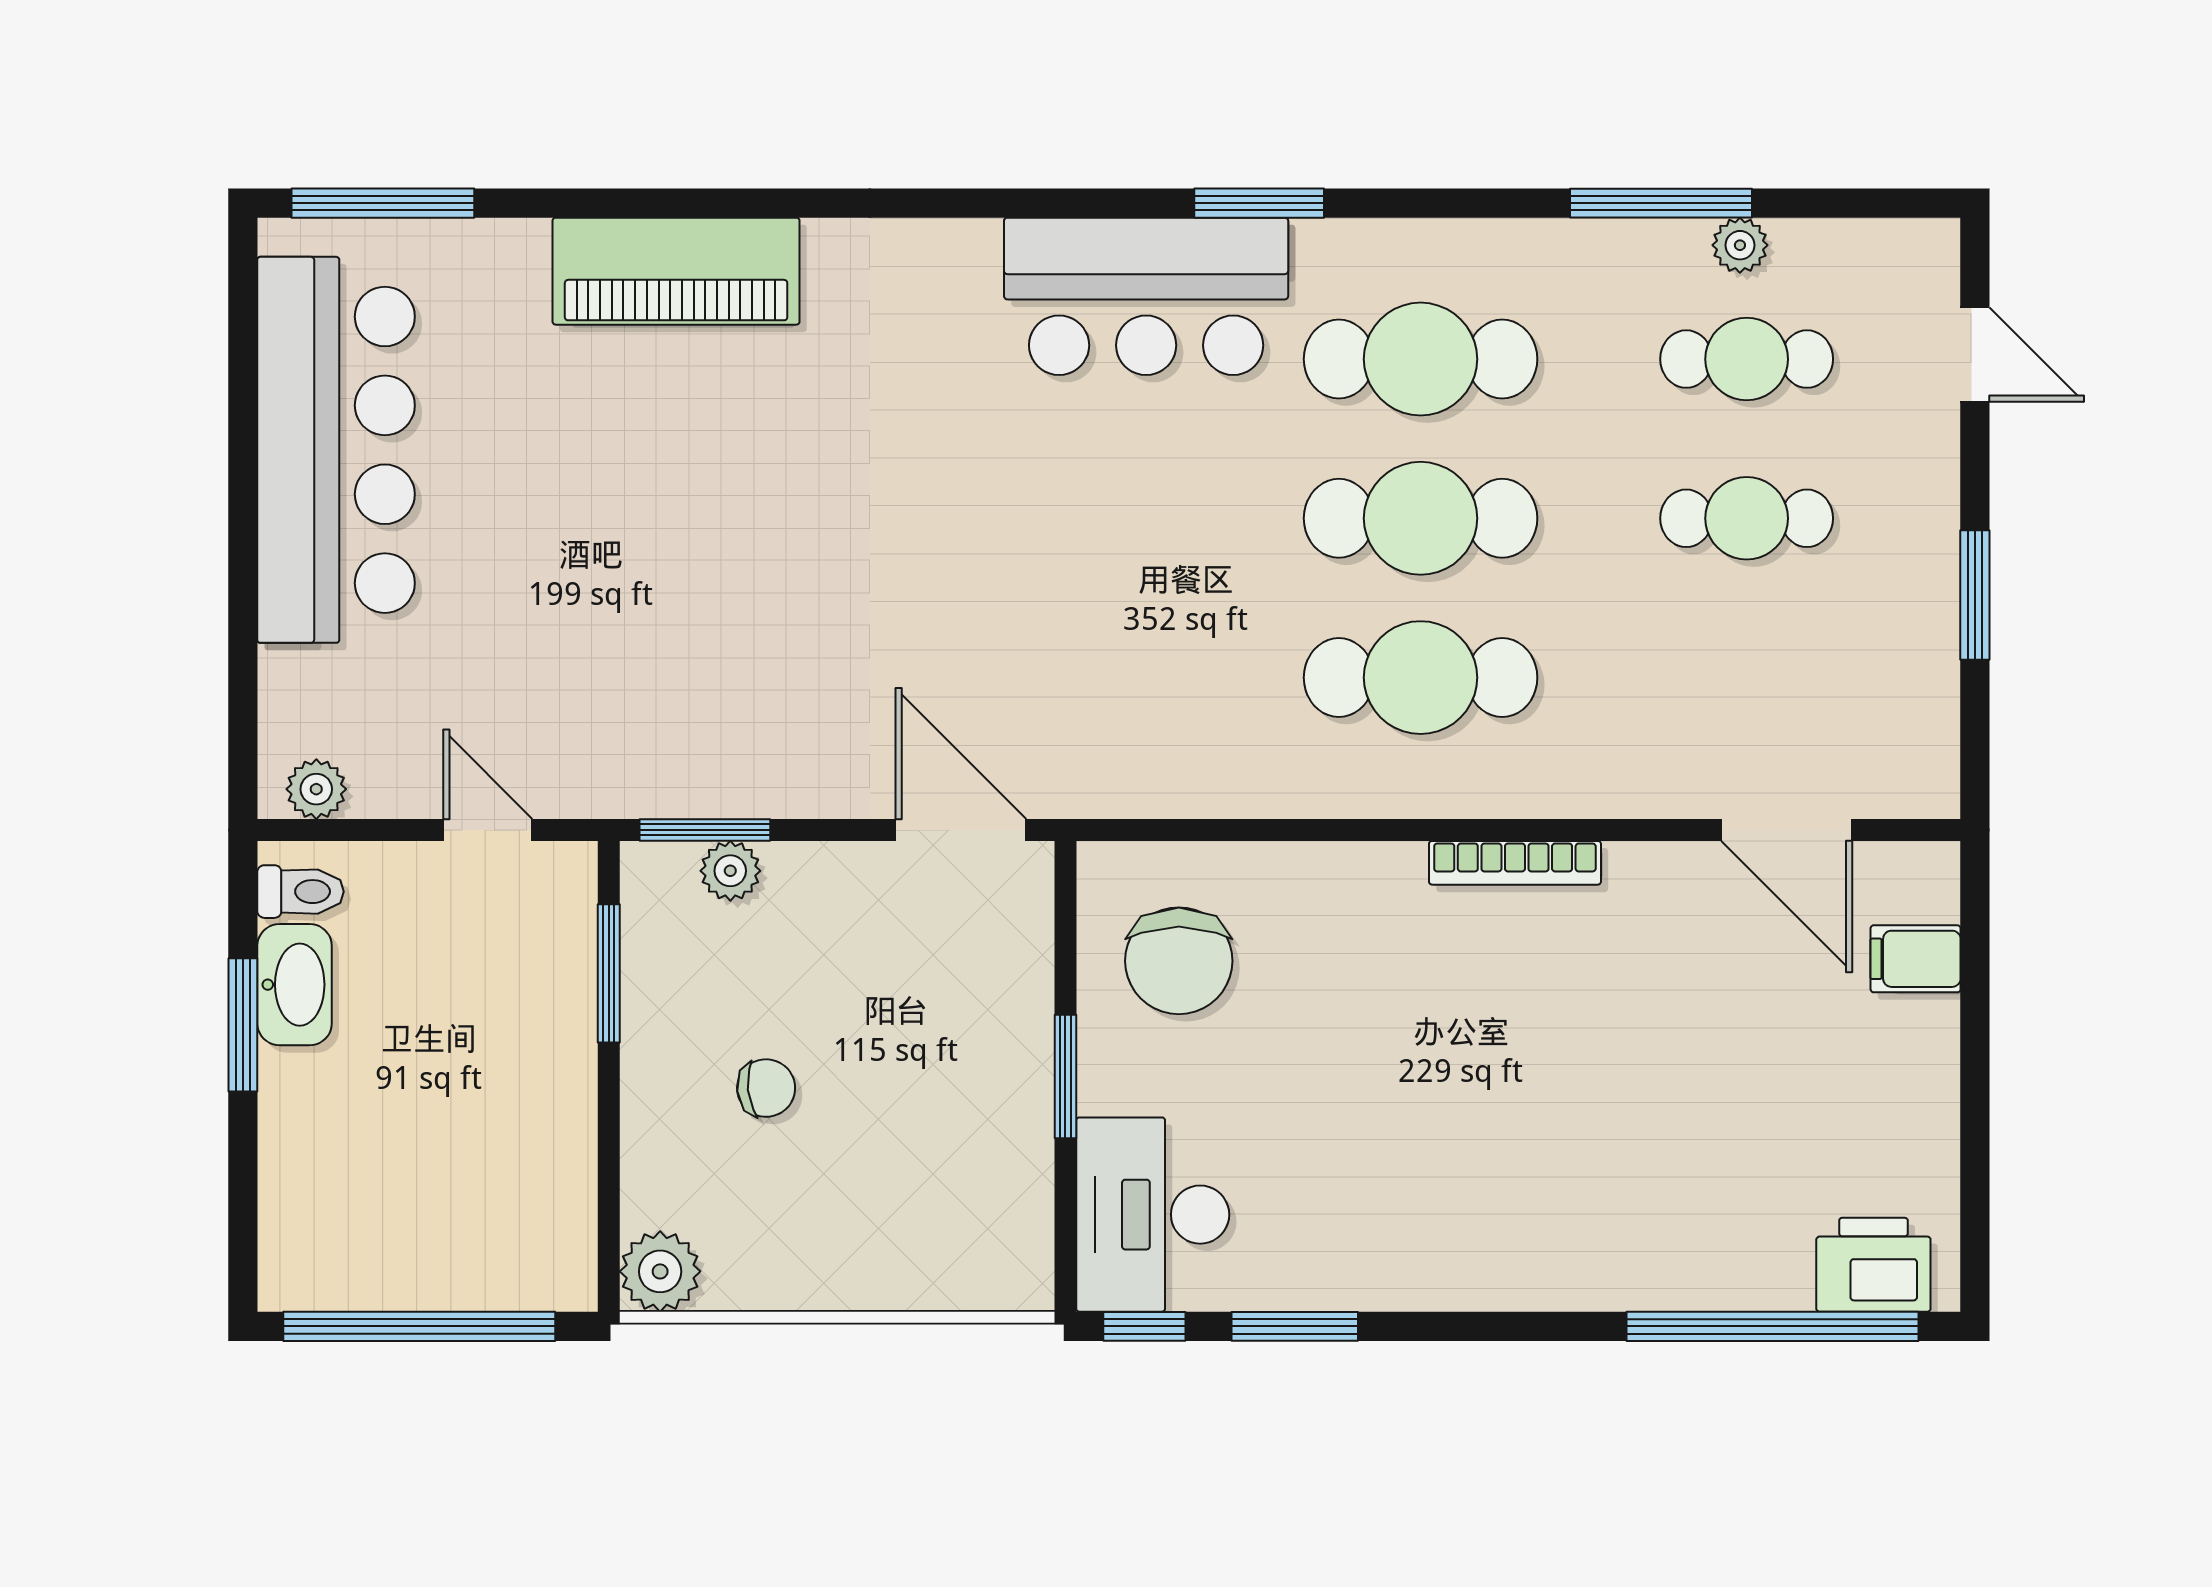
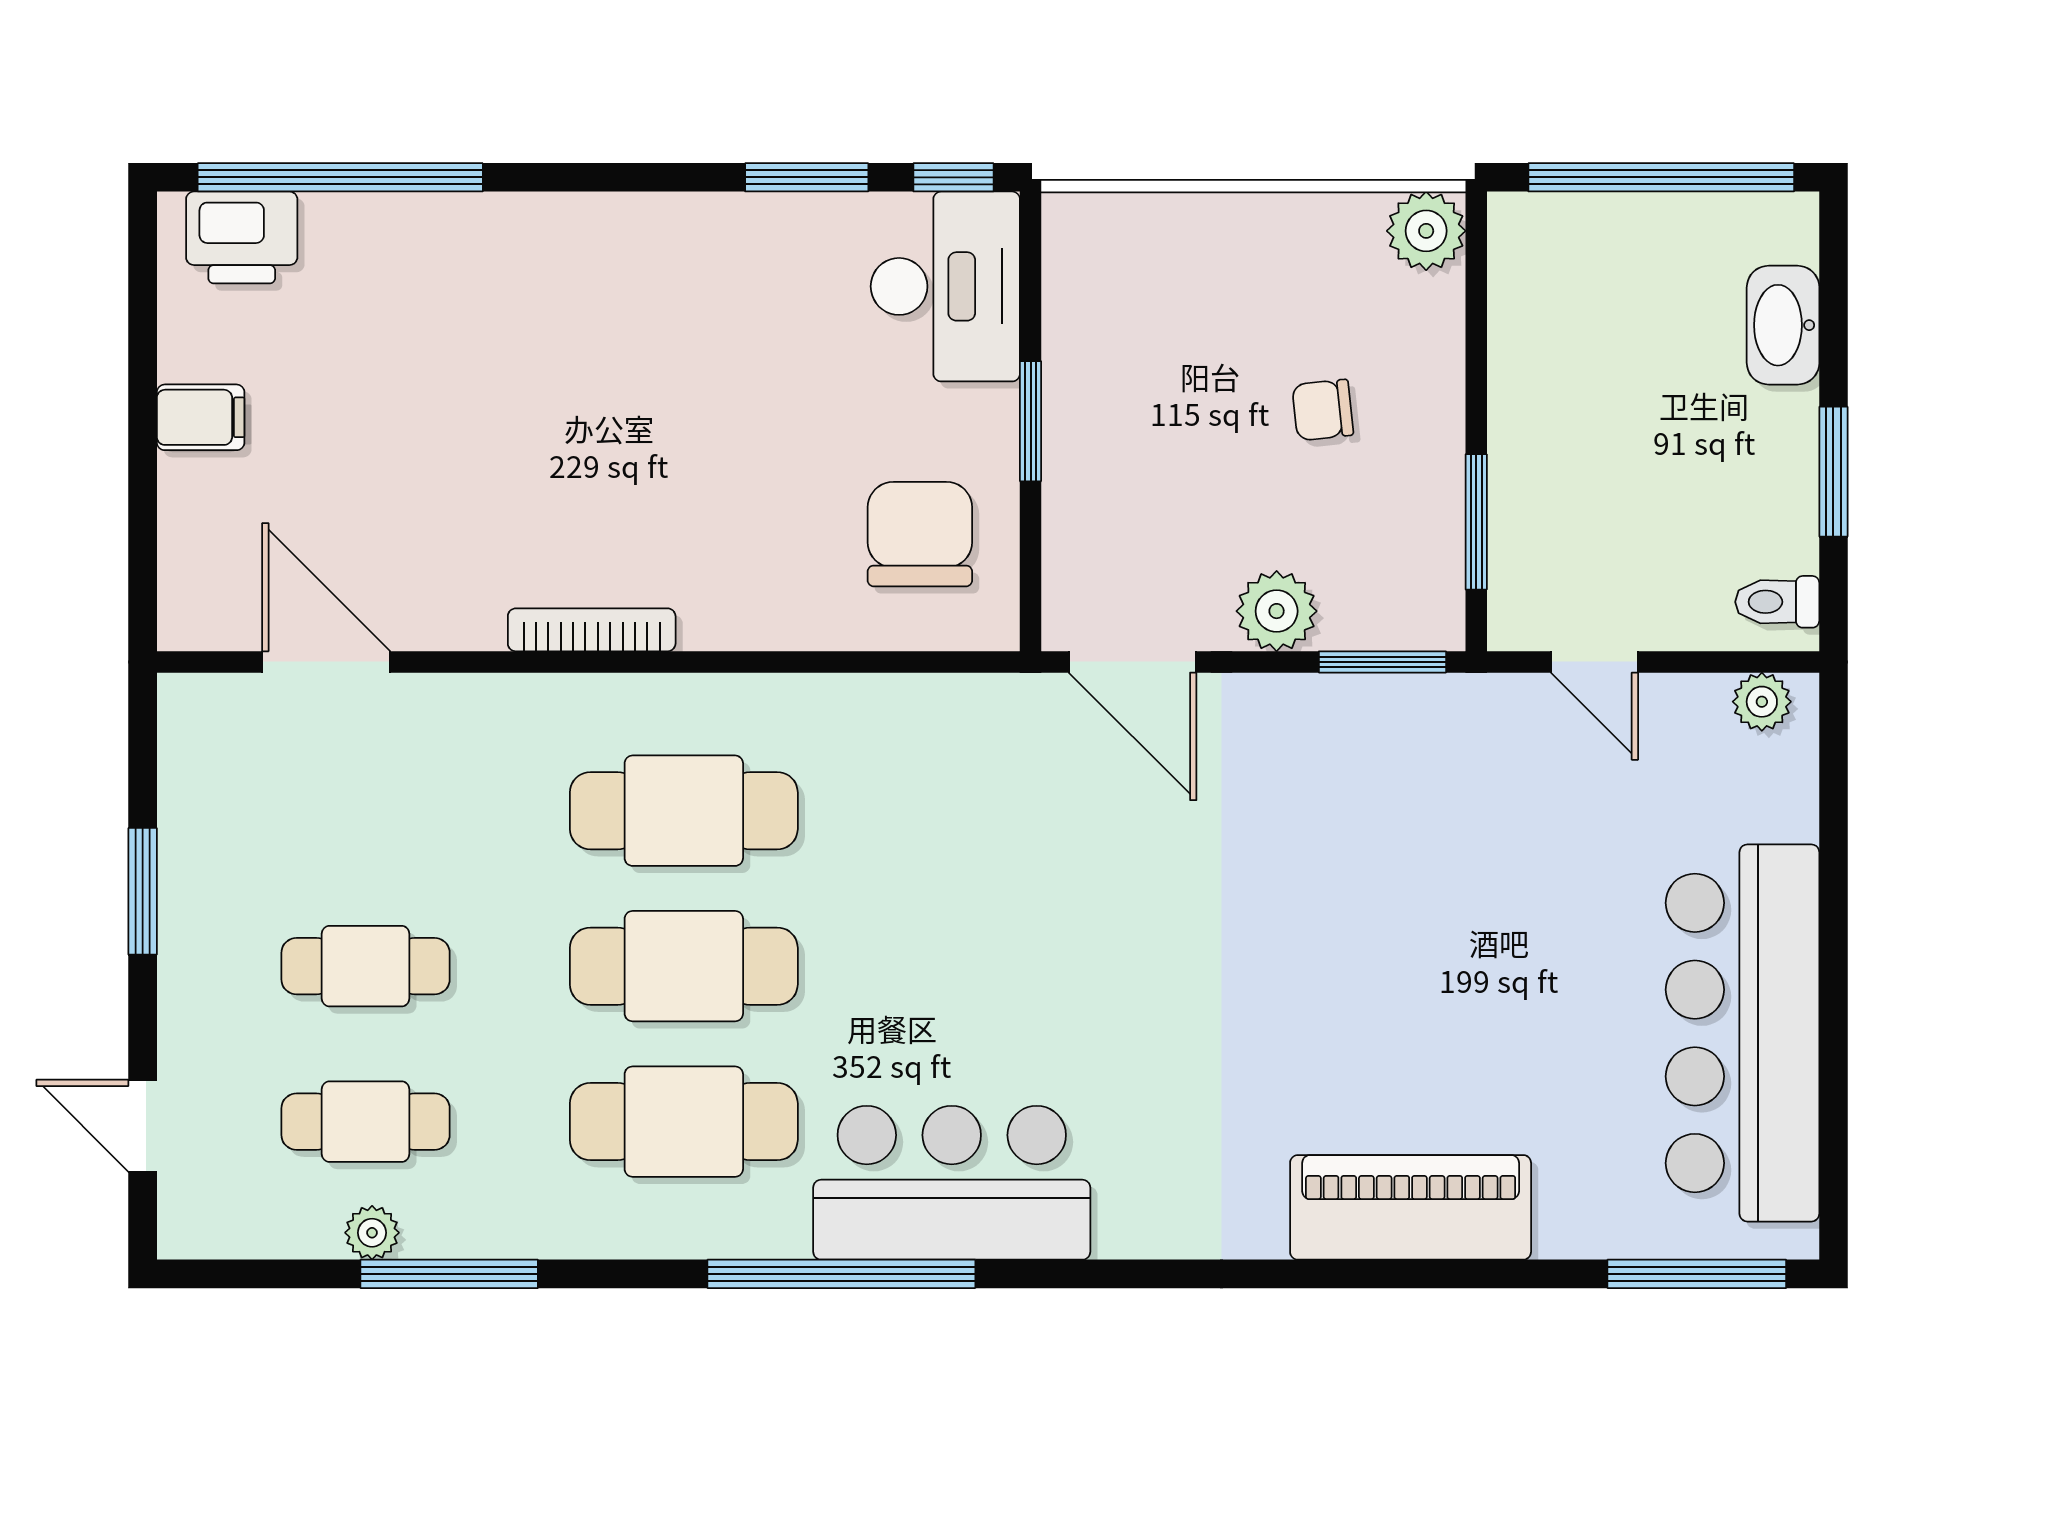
window: (1259, 203) -> (841, 1274), width x2.11
plant: (730, 871) -> (1277, 611), moved, width x1.38, depth x1.38
filing cabinet: (1916, 959) -> (201, 417), moved
washbasin: (295, 985) -> (1783, 325), moved

